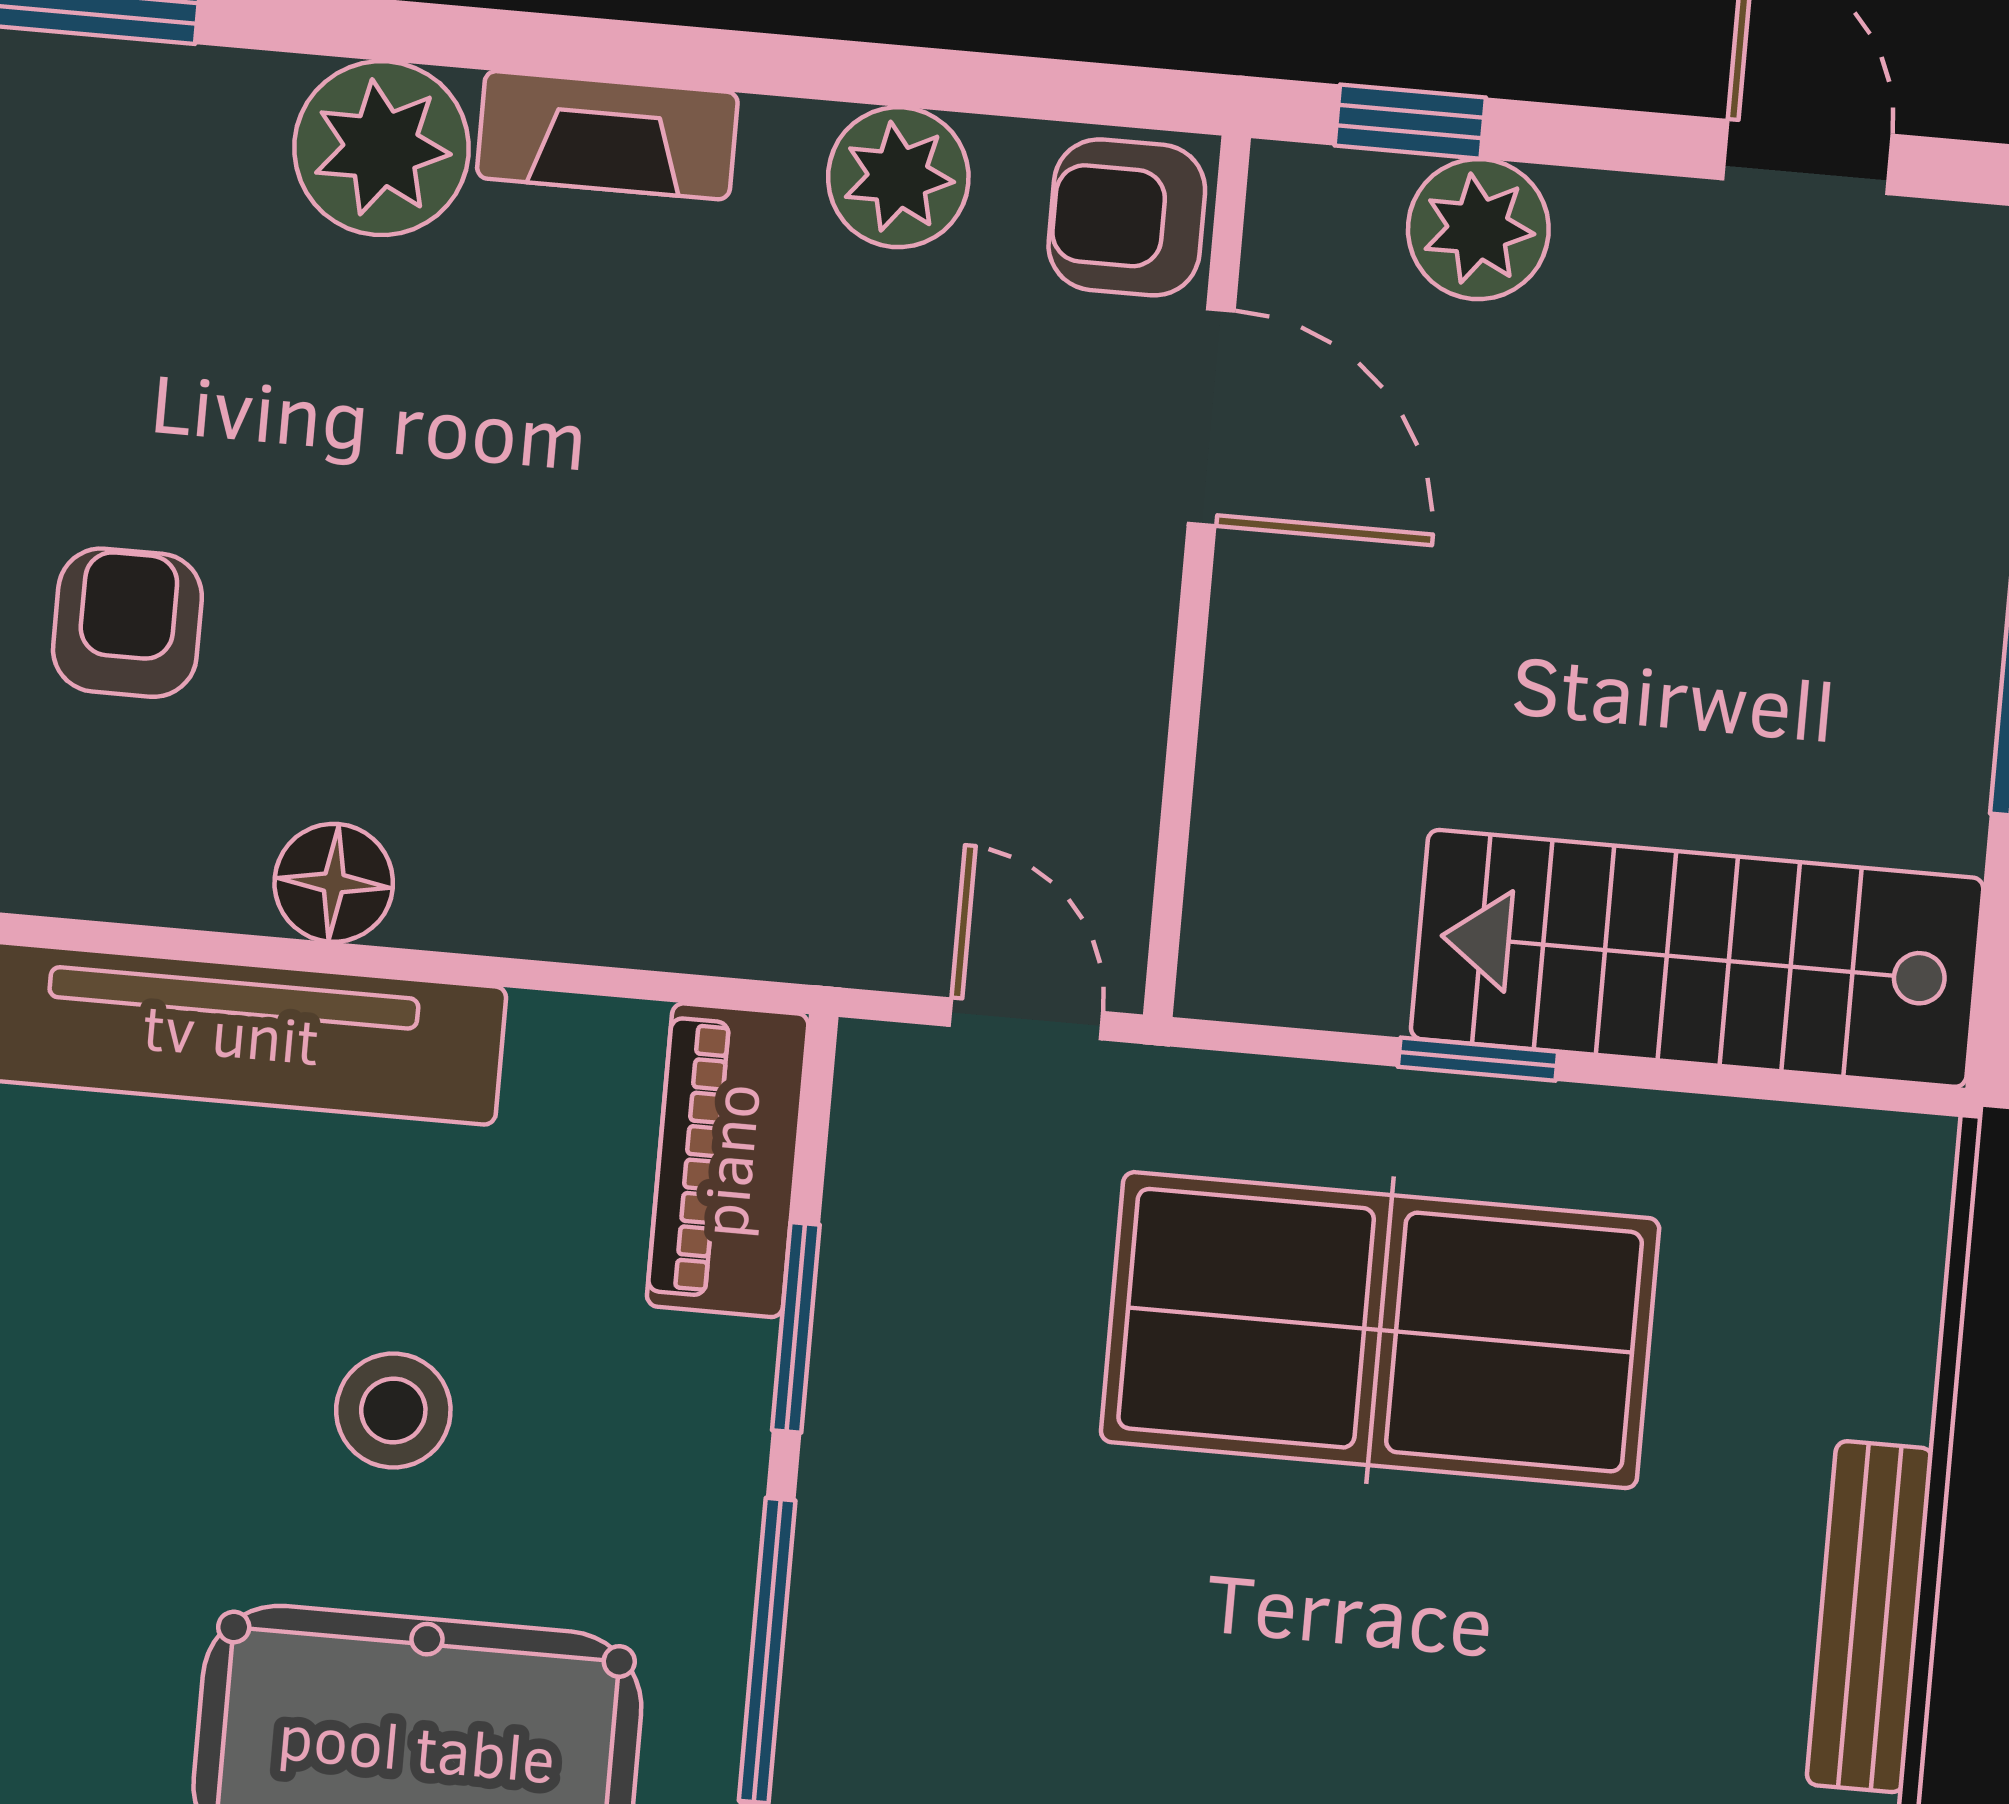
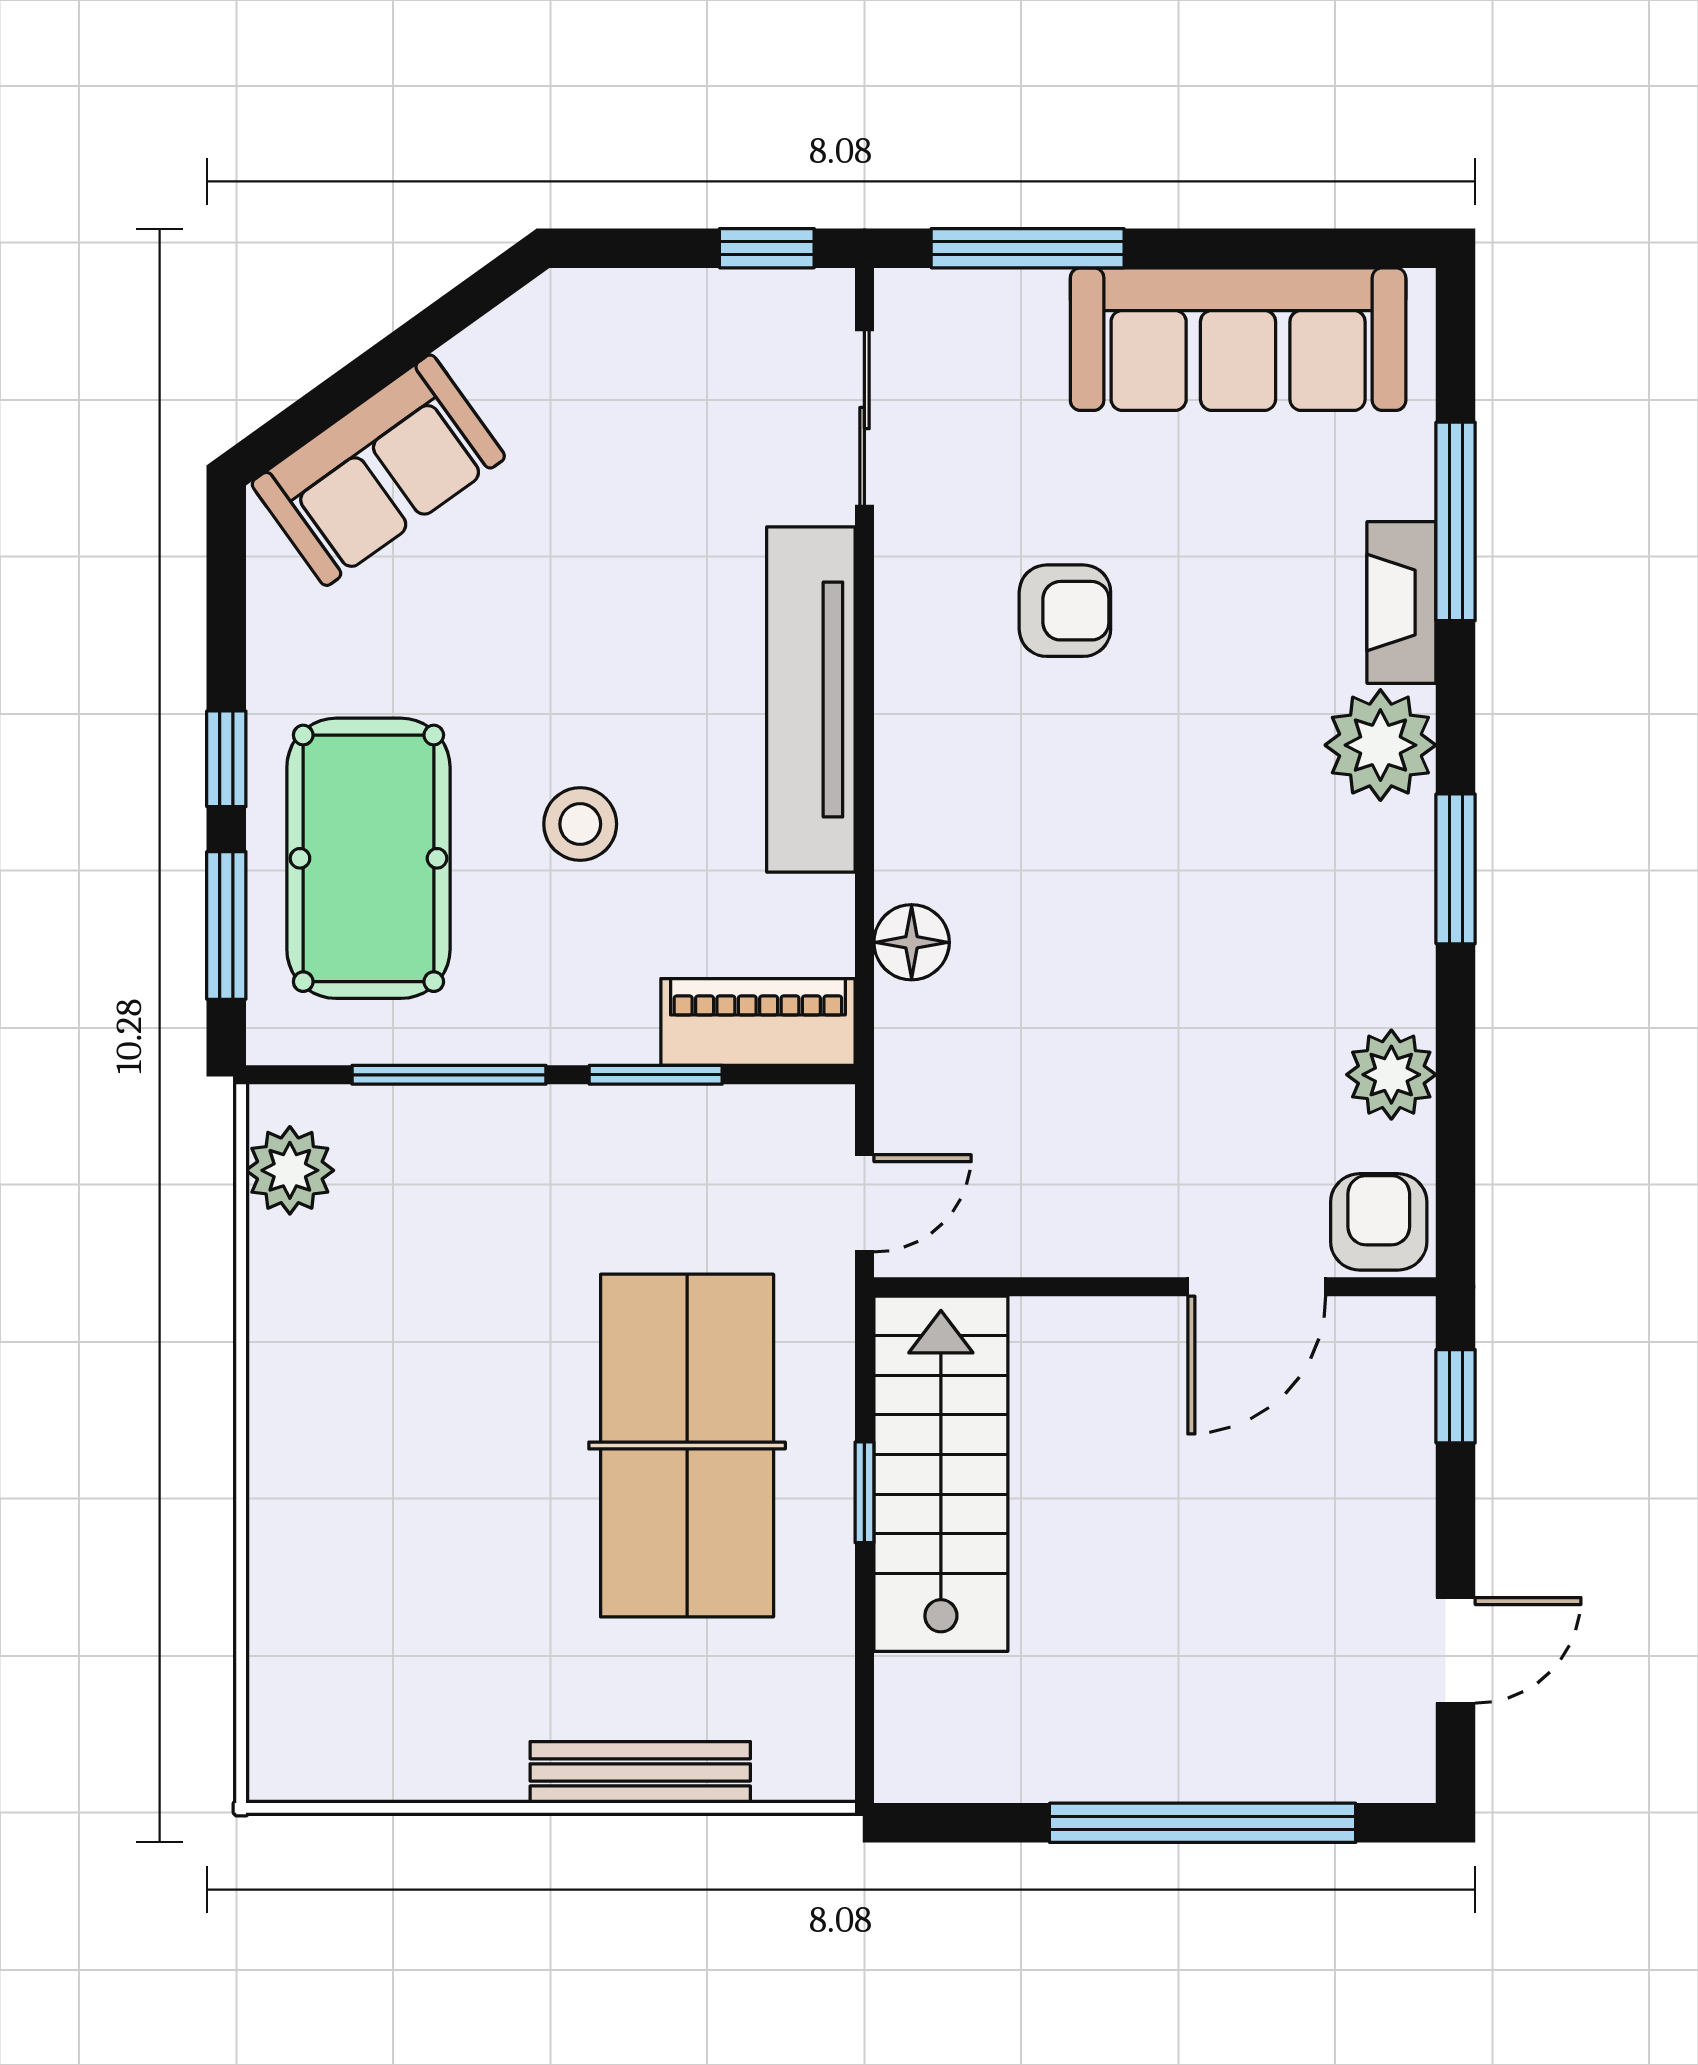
window: (586, 48) -> (1456, 869), added
fireplace: (607, 135) -> (1401, 603), moved
plant: (1478, 229) -> (1391, 1446), removed
floor lamp: (334, 883) -> (912, 942), moved
stairs: (1697, 958) -> (941, 1474), moved
bench: (1870, 1617) -> (640, 1772), moved

